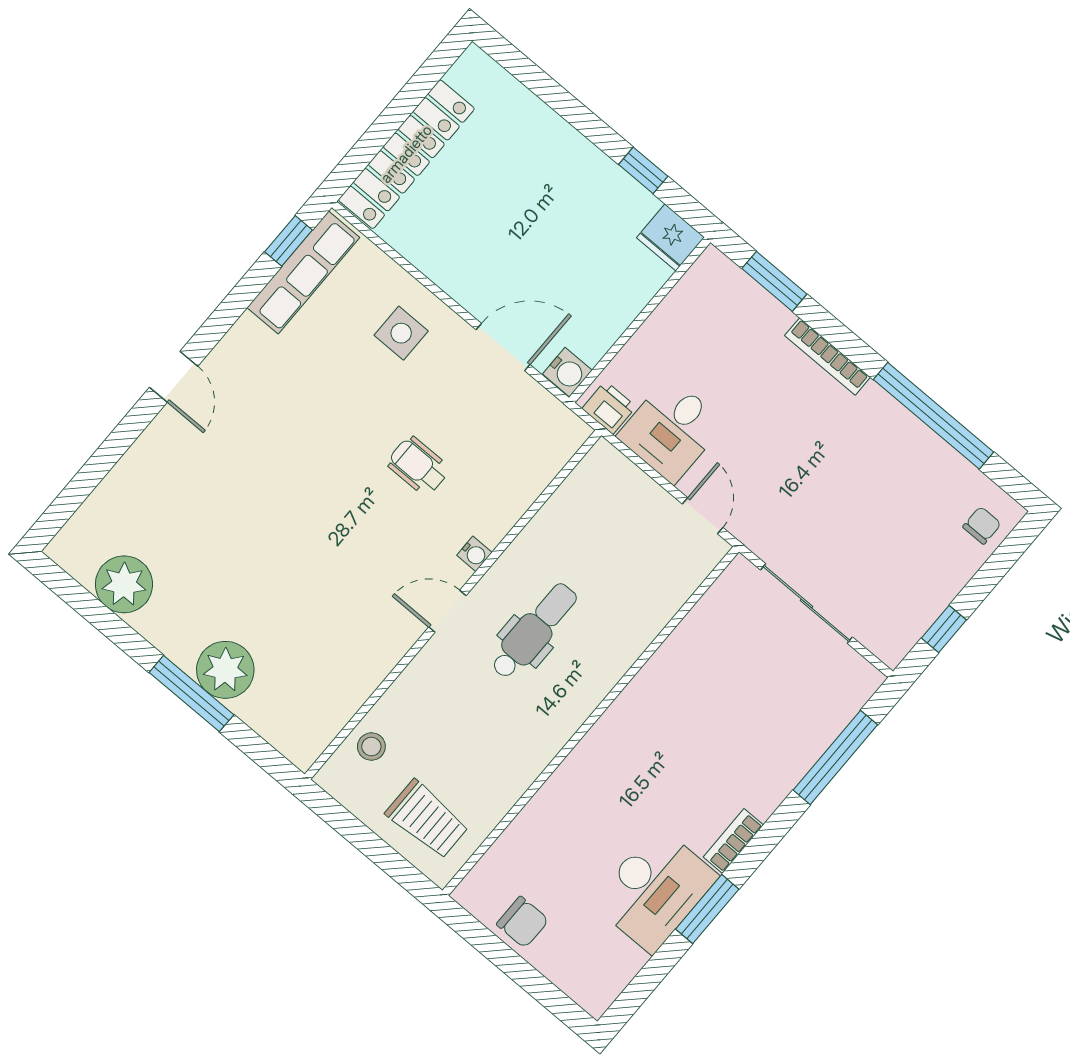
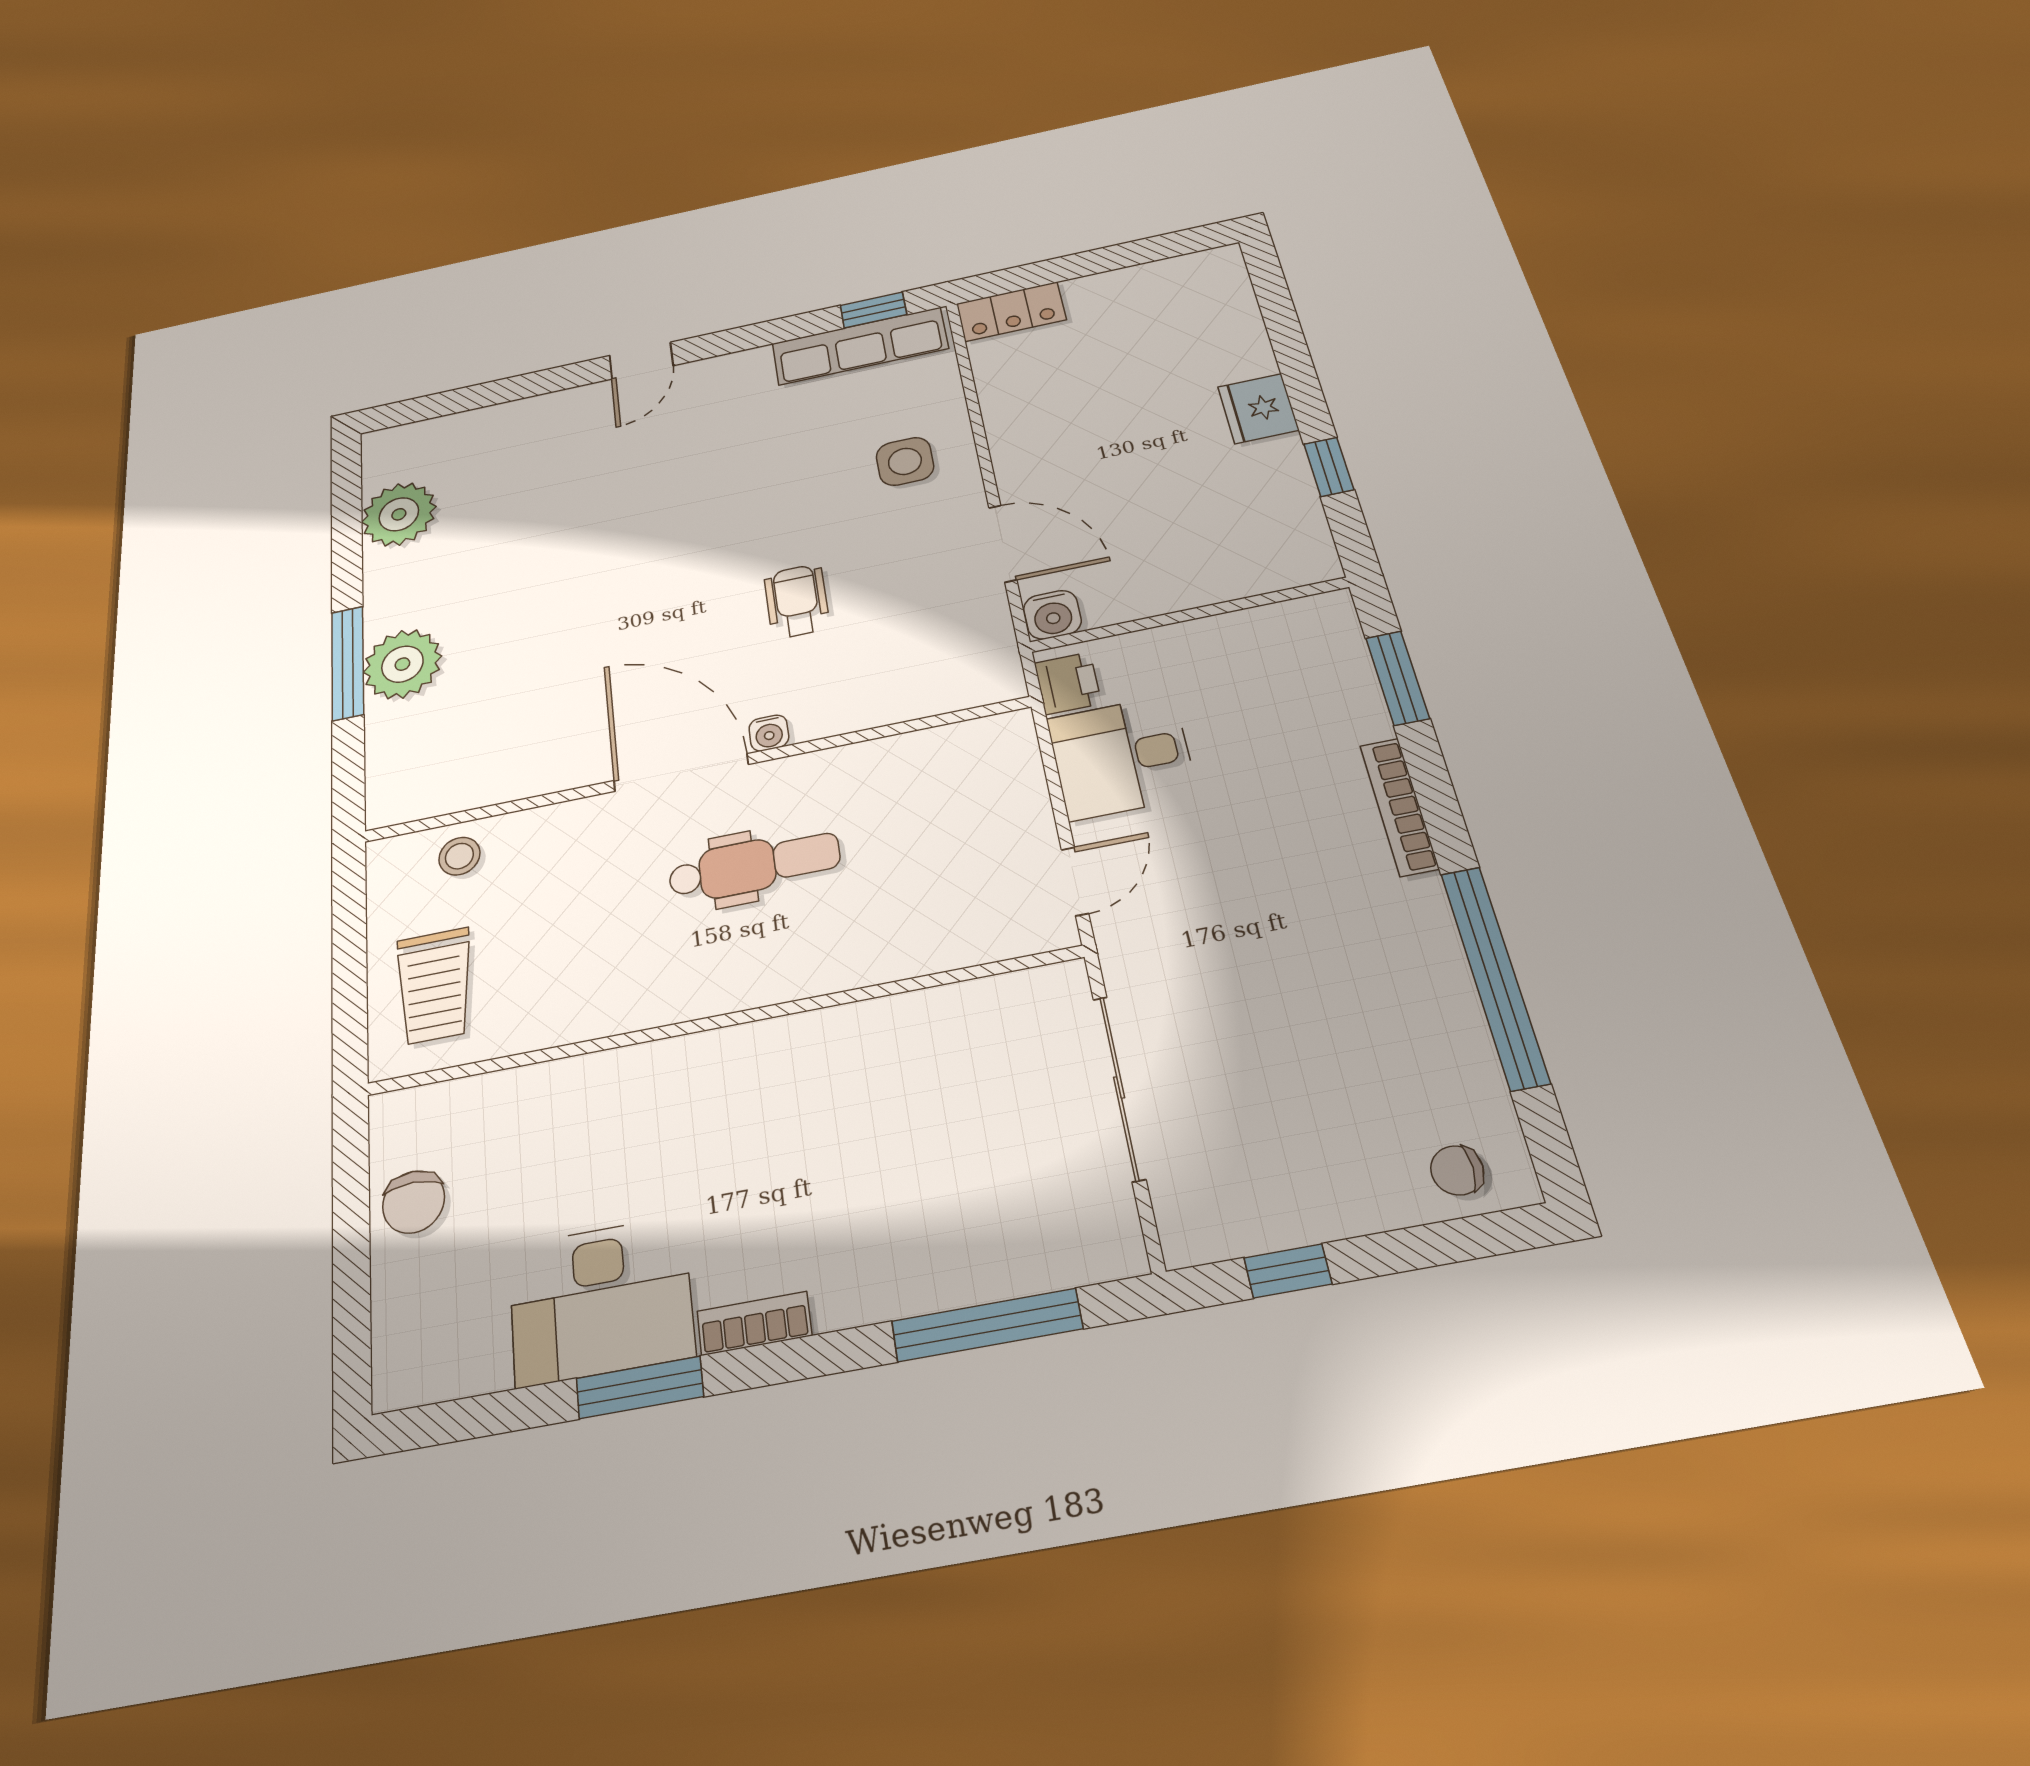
locker: (406, 154) -> (1011, 312), width x0.46, depth x0.83
fridge: (671, 237) -> (1258, 408), moved
chair: (982, 525) -> (1457, 1170), turned 180
door: (447, 611) -> (681, 773), width x1.87

